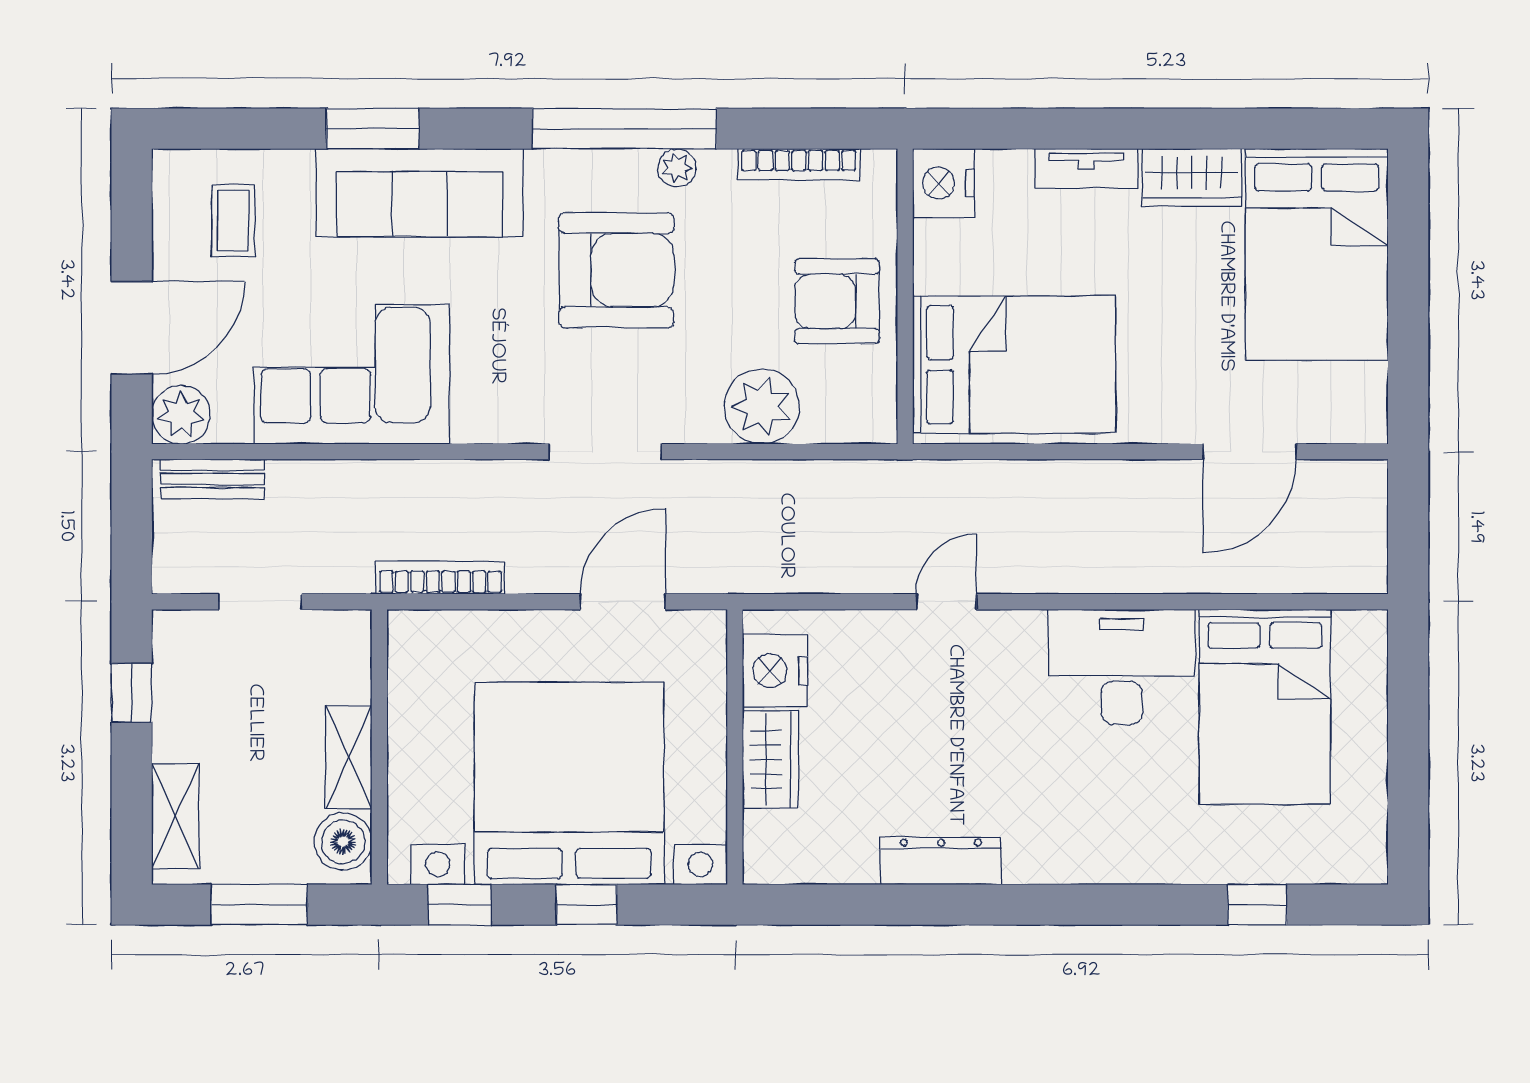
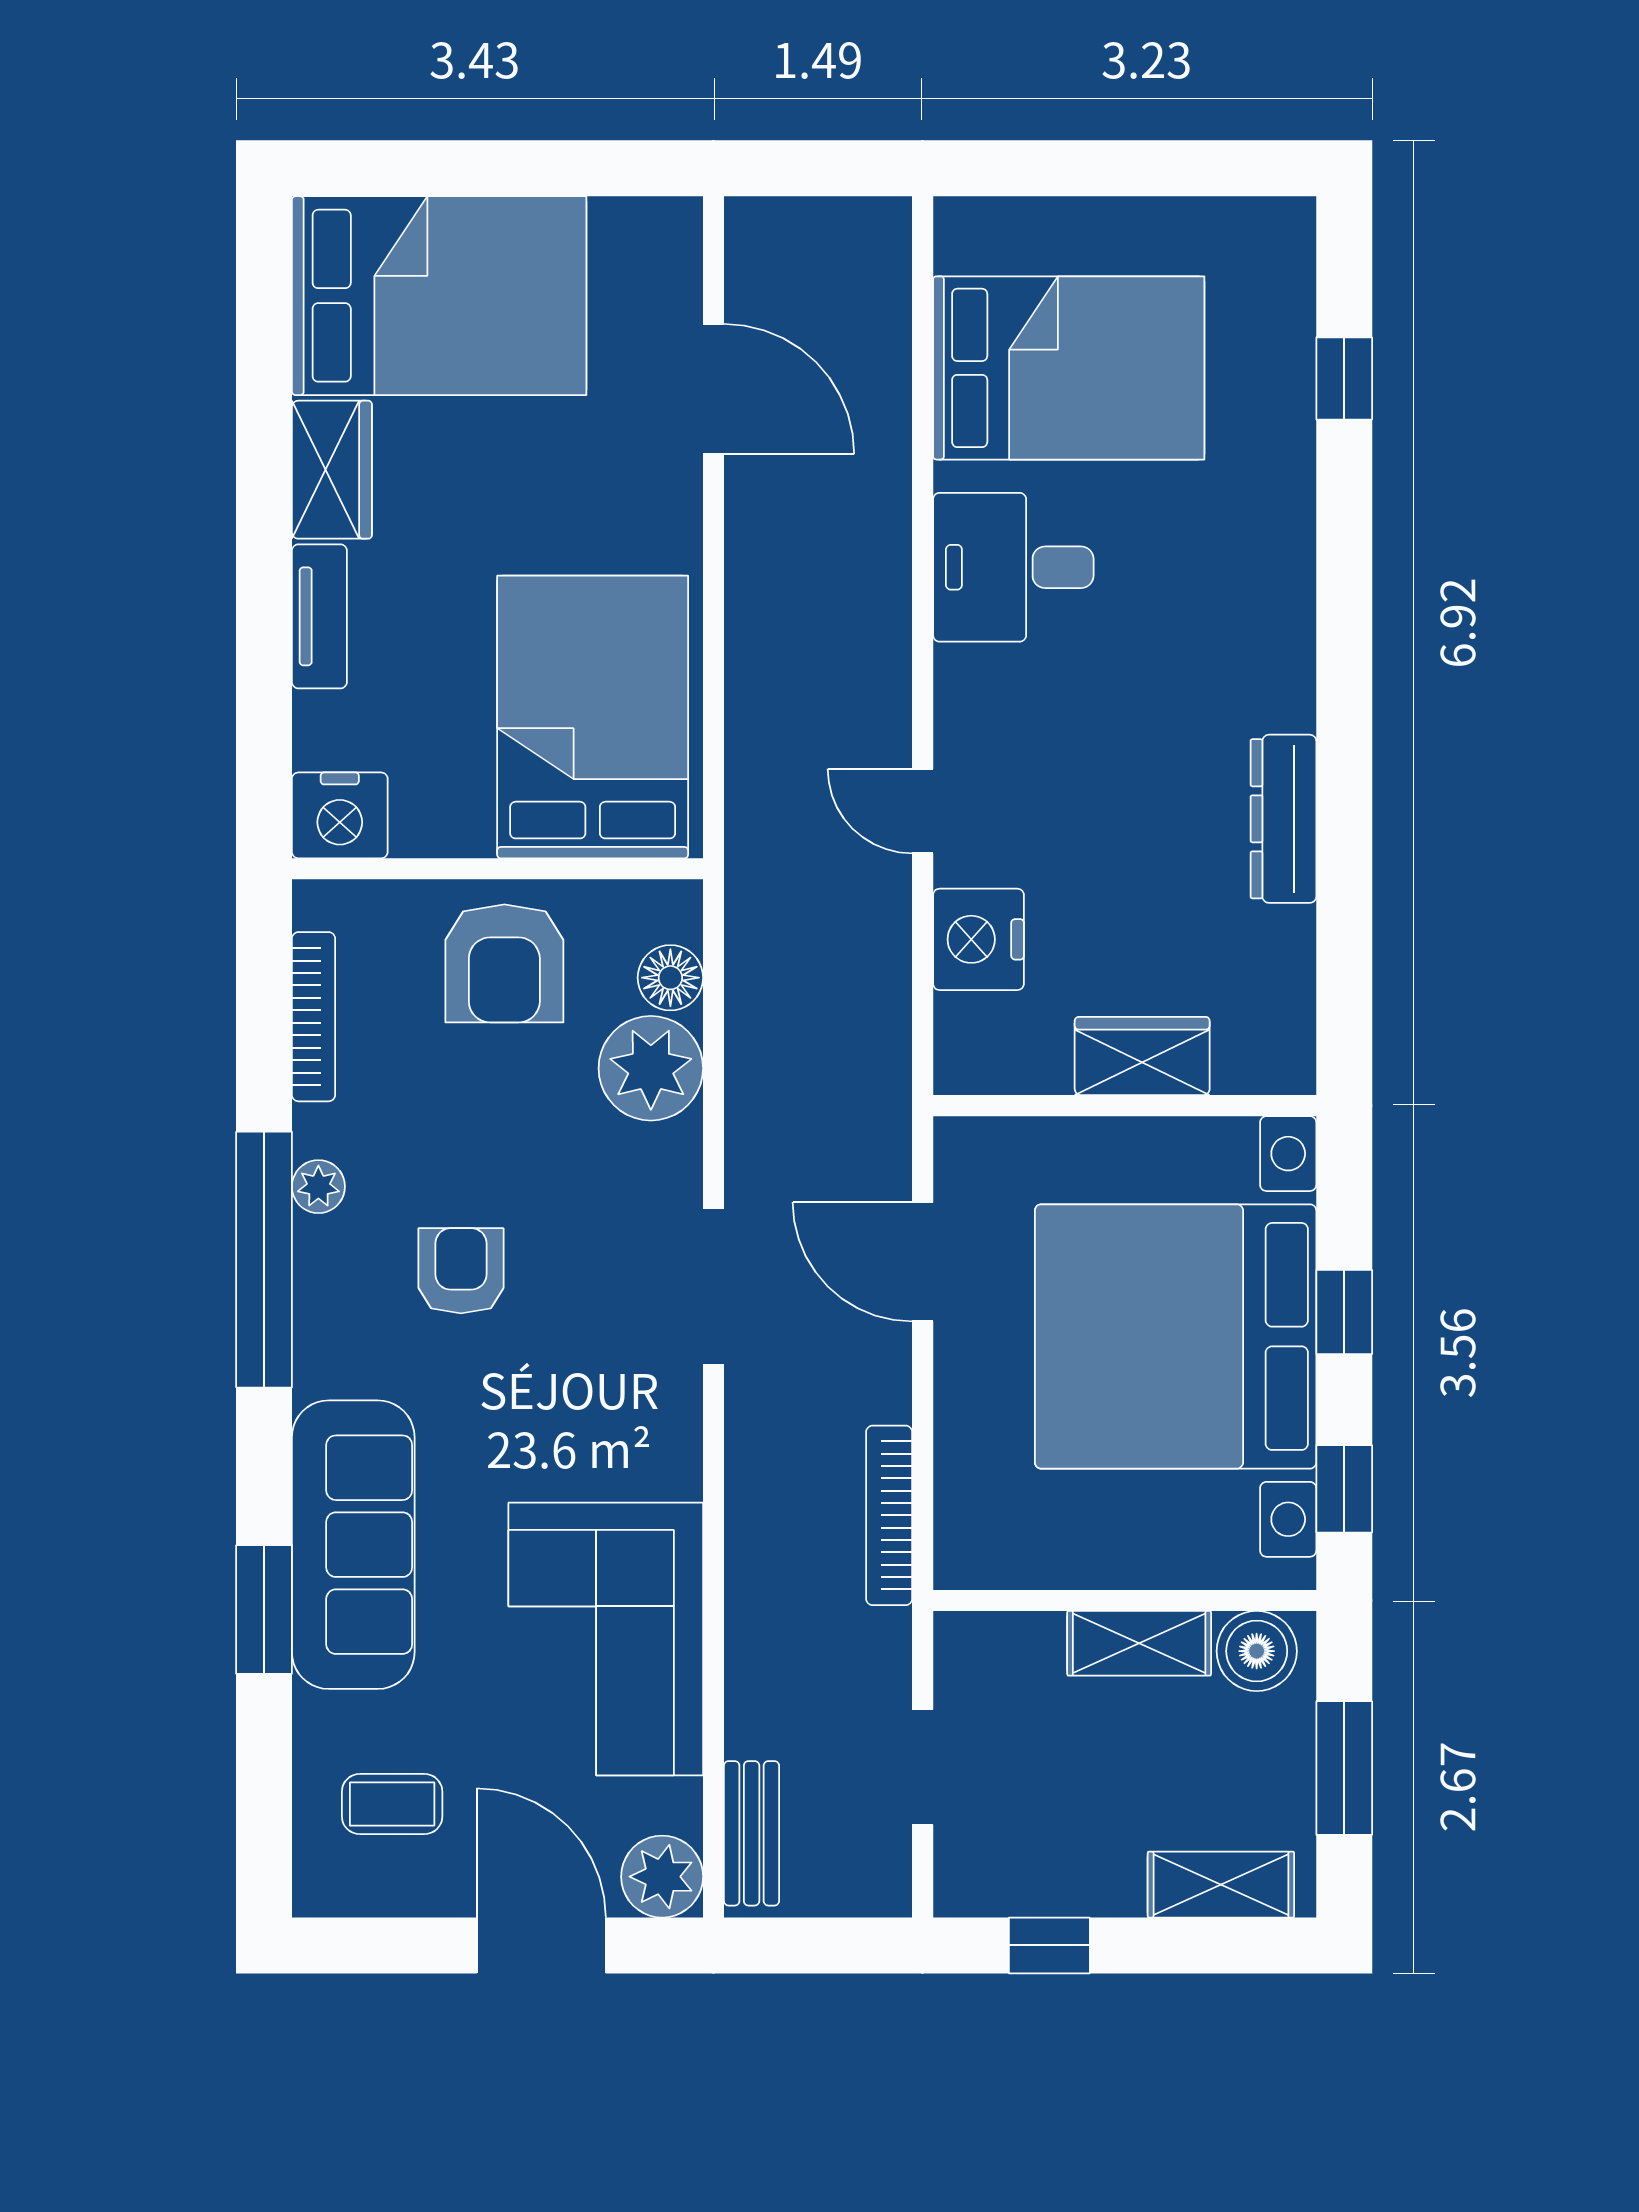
armchair: (616, 270) -> (461, 1271), width x0.53, depth x0.53
floor lamp: (827, 421) -> (670, 978), added
desk: (1122, 667) -> (1013, 567), width x0.73
nightstand: (775, 671) -> (978, 939), moved, turned 90

